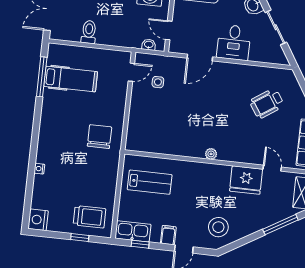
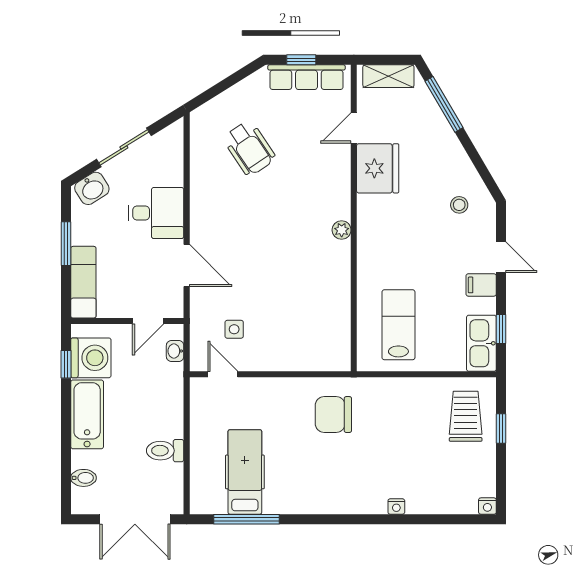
nightstand: (38, 220) -> (487, 506), width x0.53, depth x0.56
stool: (218, 227) -> (459, 205), width x0.53, depth x0.53

